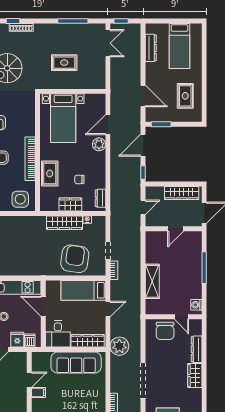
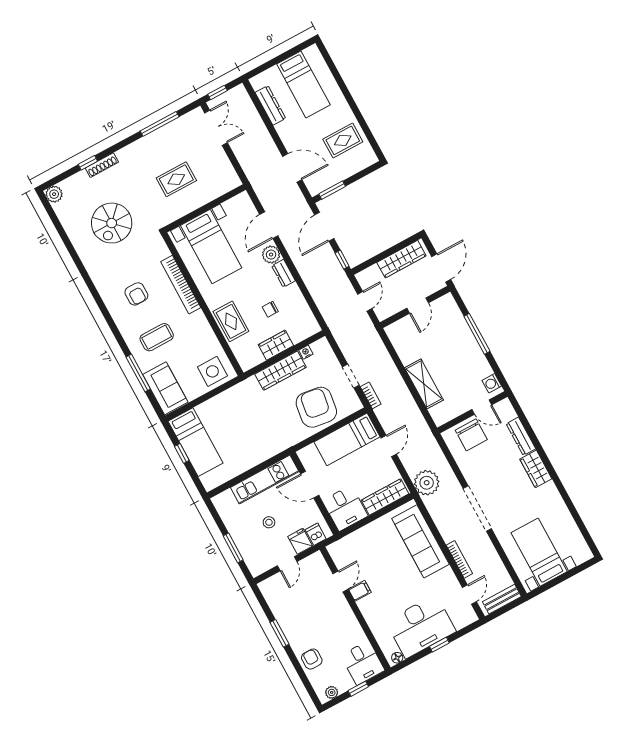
rug: (185, 96) -> (343, 140), turned 90
bookcase: (30, 159) -> (181, 285), moved
dresser: (100, 198) -> (283, 273), moved
sofa: (76, 363) -> (420, 541), moved, turned 90

